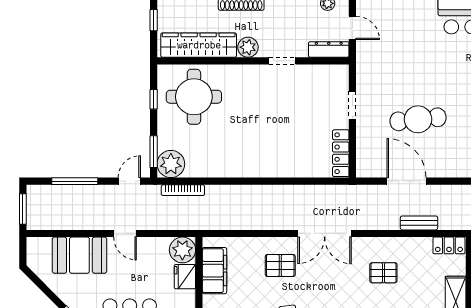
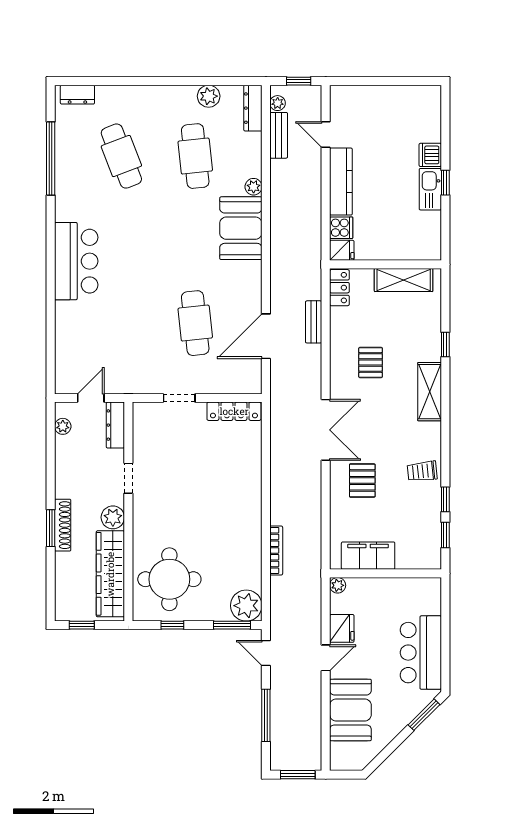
bookcase: (183, 190) -> (276, 550), moved
plant: (182, 250) -> (338, 585), width x0.53, depth x0.53
fridge: (185, 277) -> (342, 628), moved, turned -90

